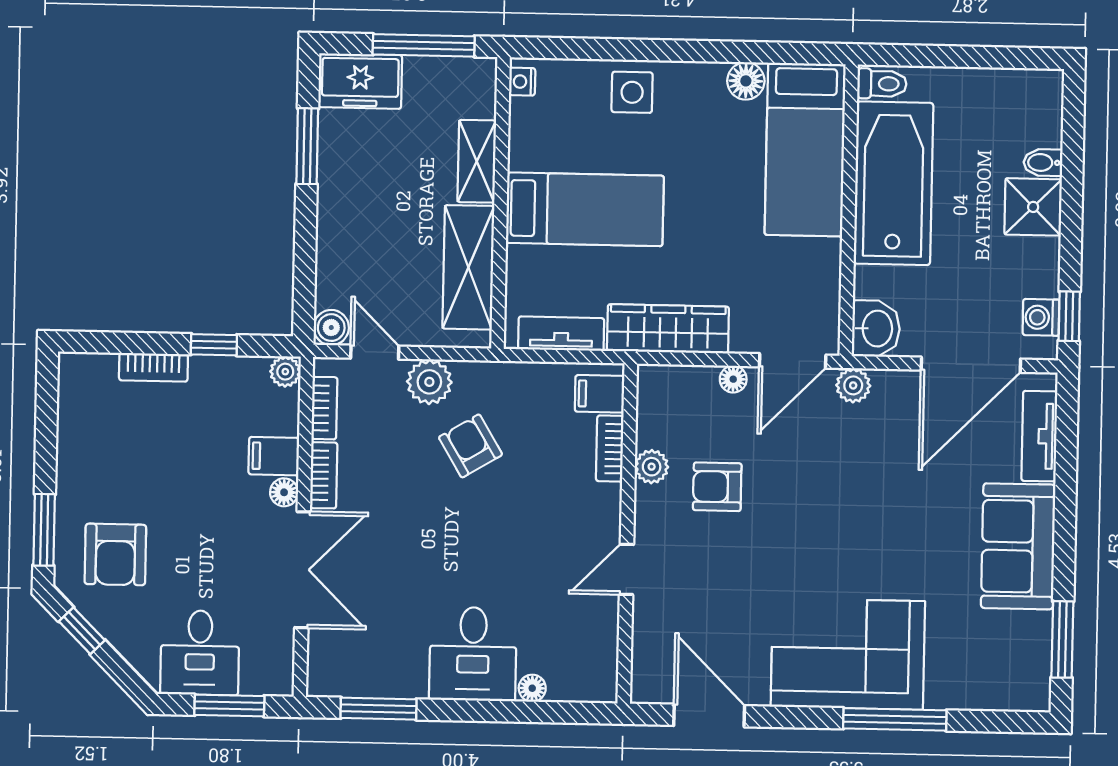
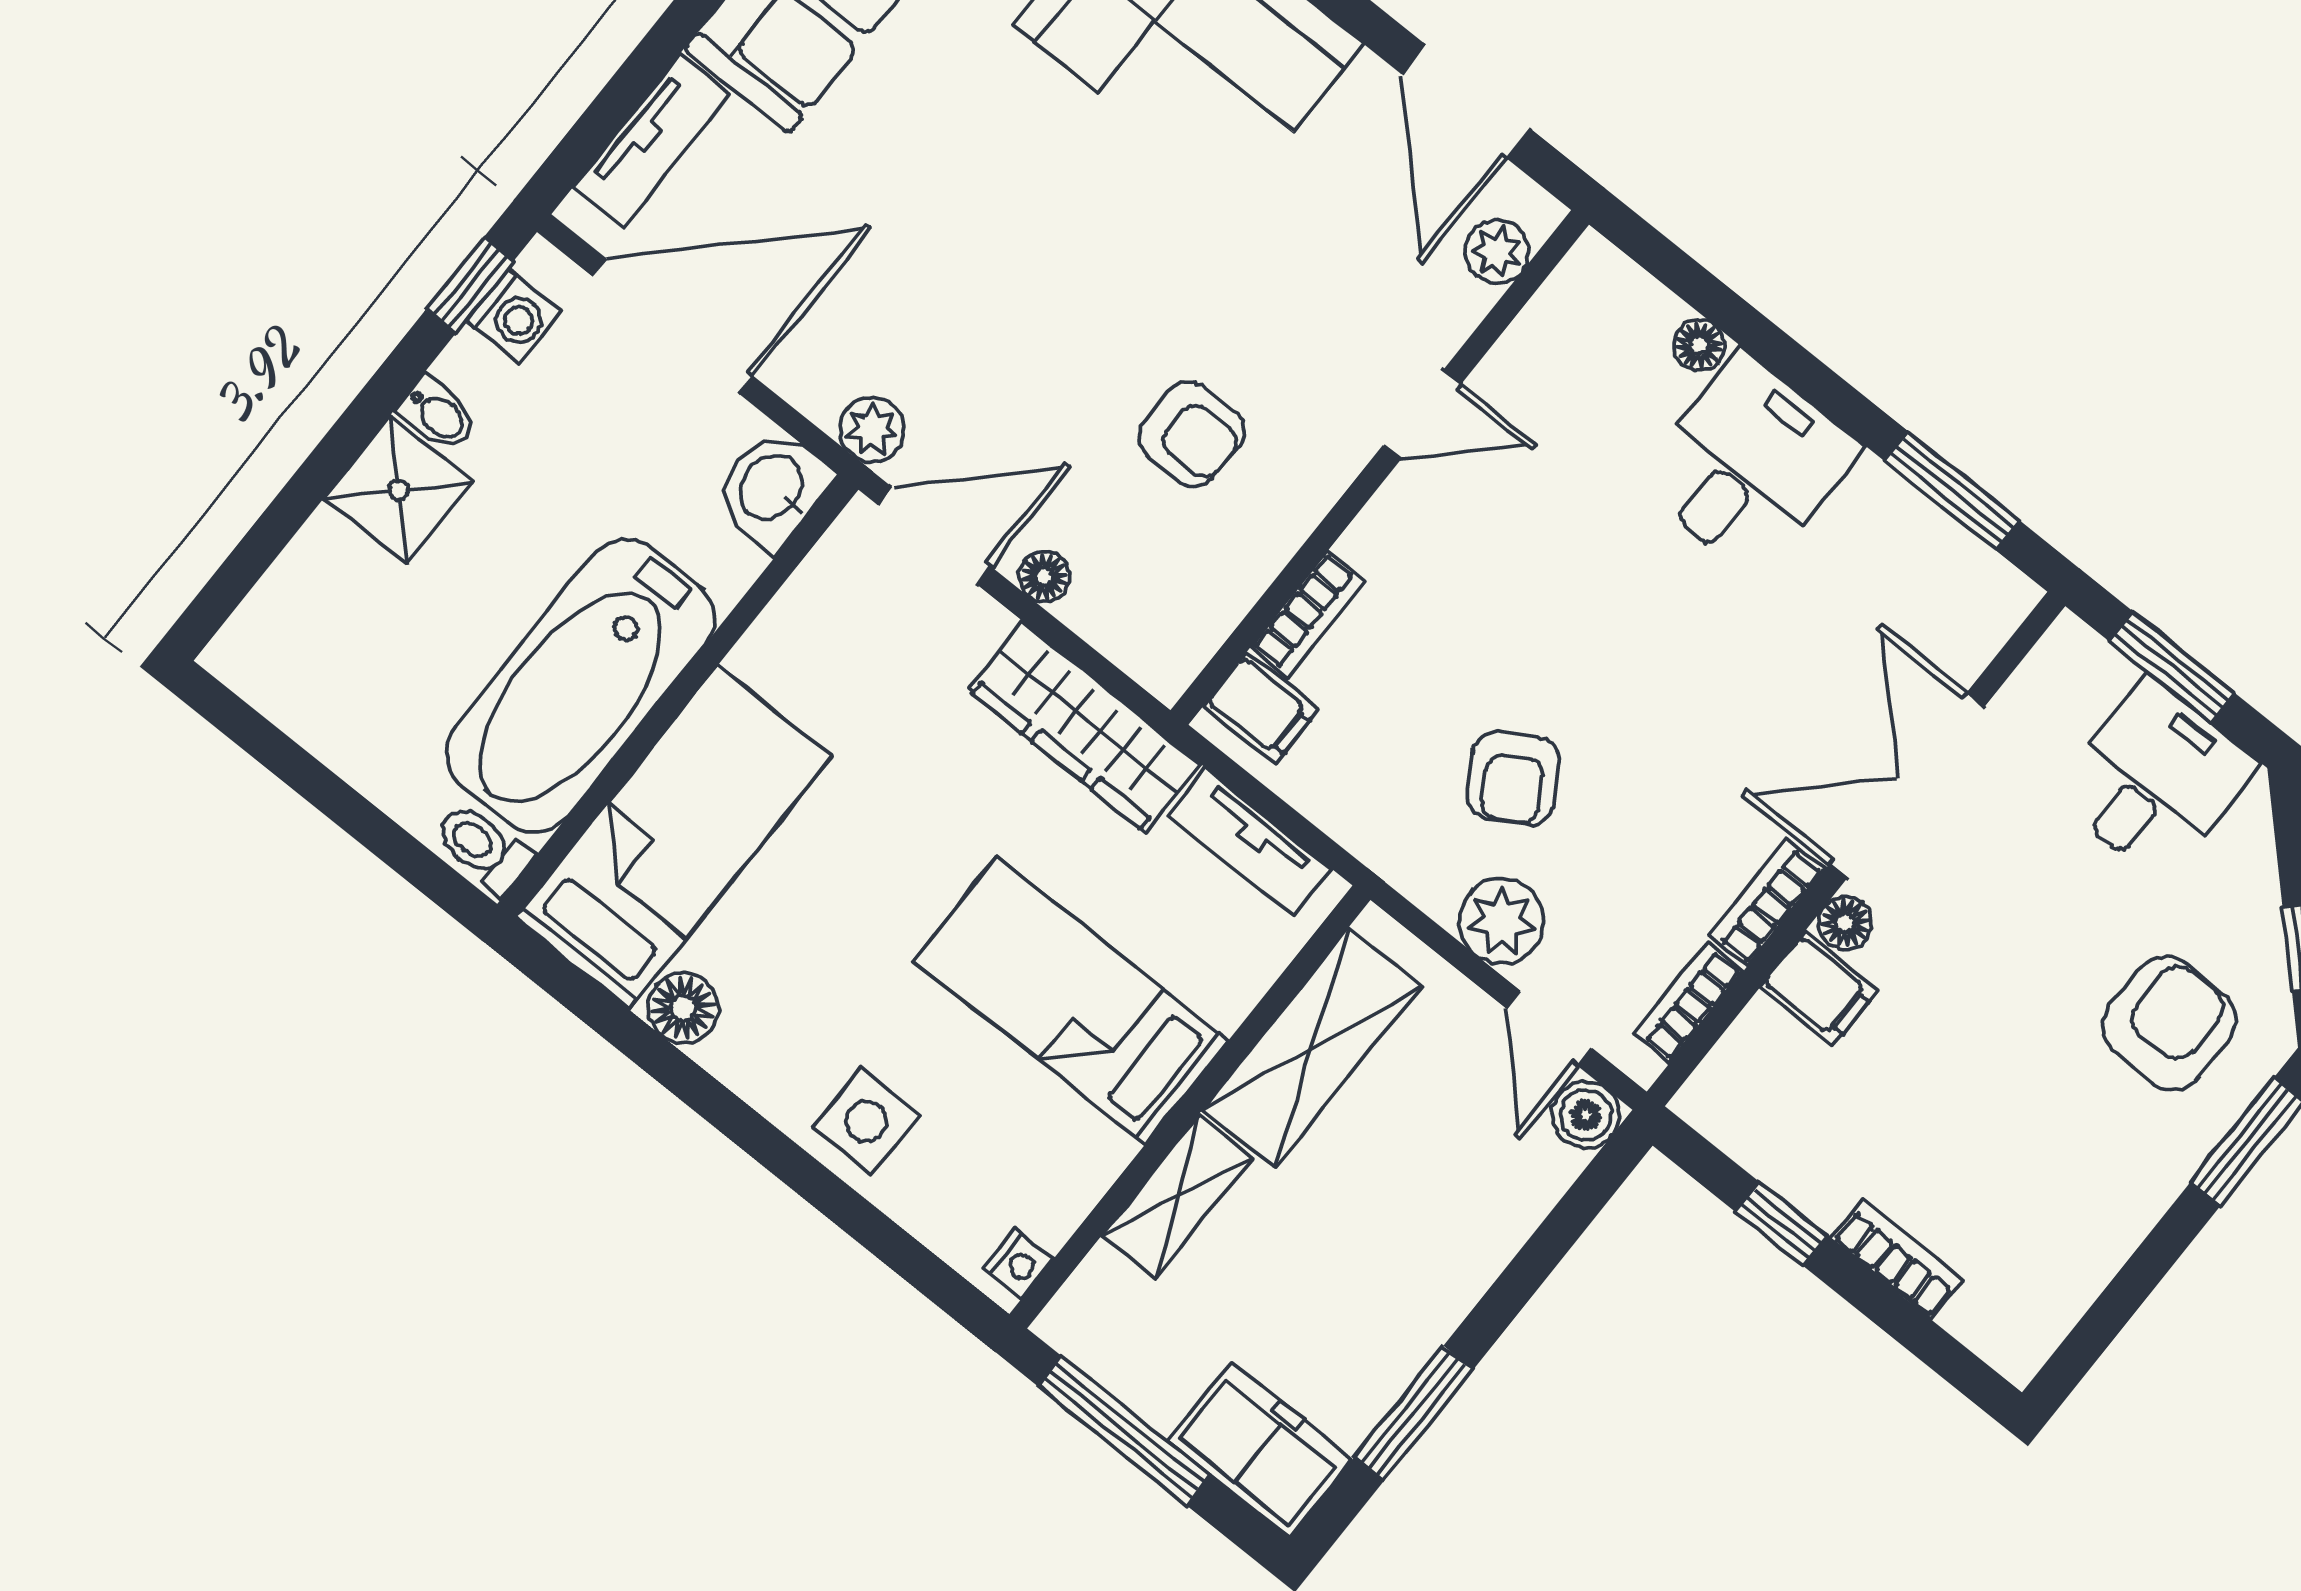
bidet: (1043, 163) -> (438, 414), moved
plant: (285, 372) -> (1705, 1102), removed
plant: (652, 467) -> (1497, 252), moved

